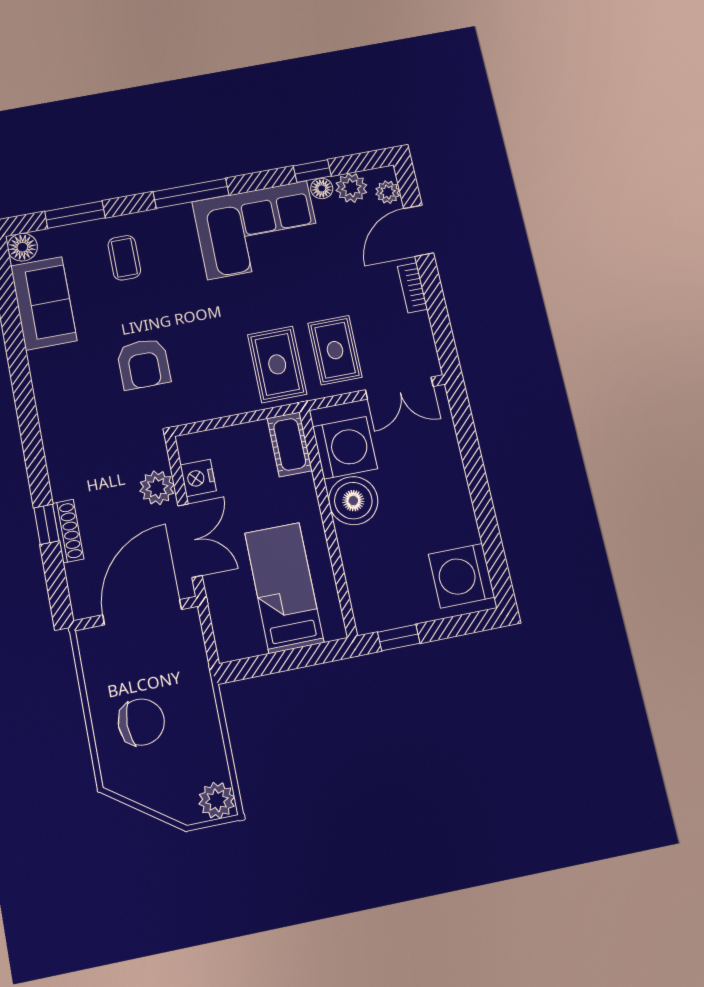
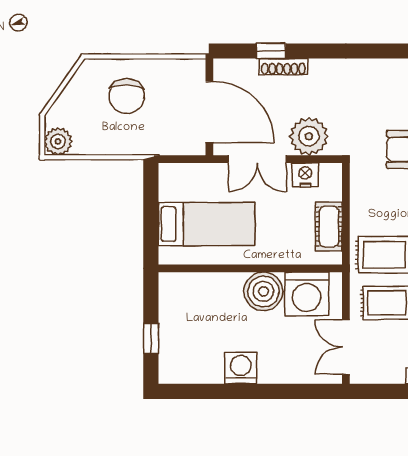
cot: (290, 444) -> (329, 227), moved, turned 90
plant: (157, 488) -> (309, 136), width x1.36, depth x1.36
window: (46, 524) -> (271, 51), moved
washing machine: (461, 576) -> (241, 368), moved, width x0.73, depth x0.73
window: (399, 638) -> (151, 338), moved

